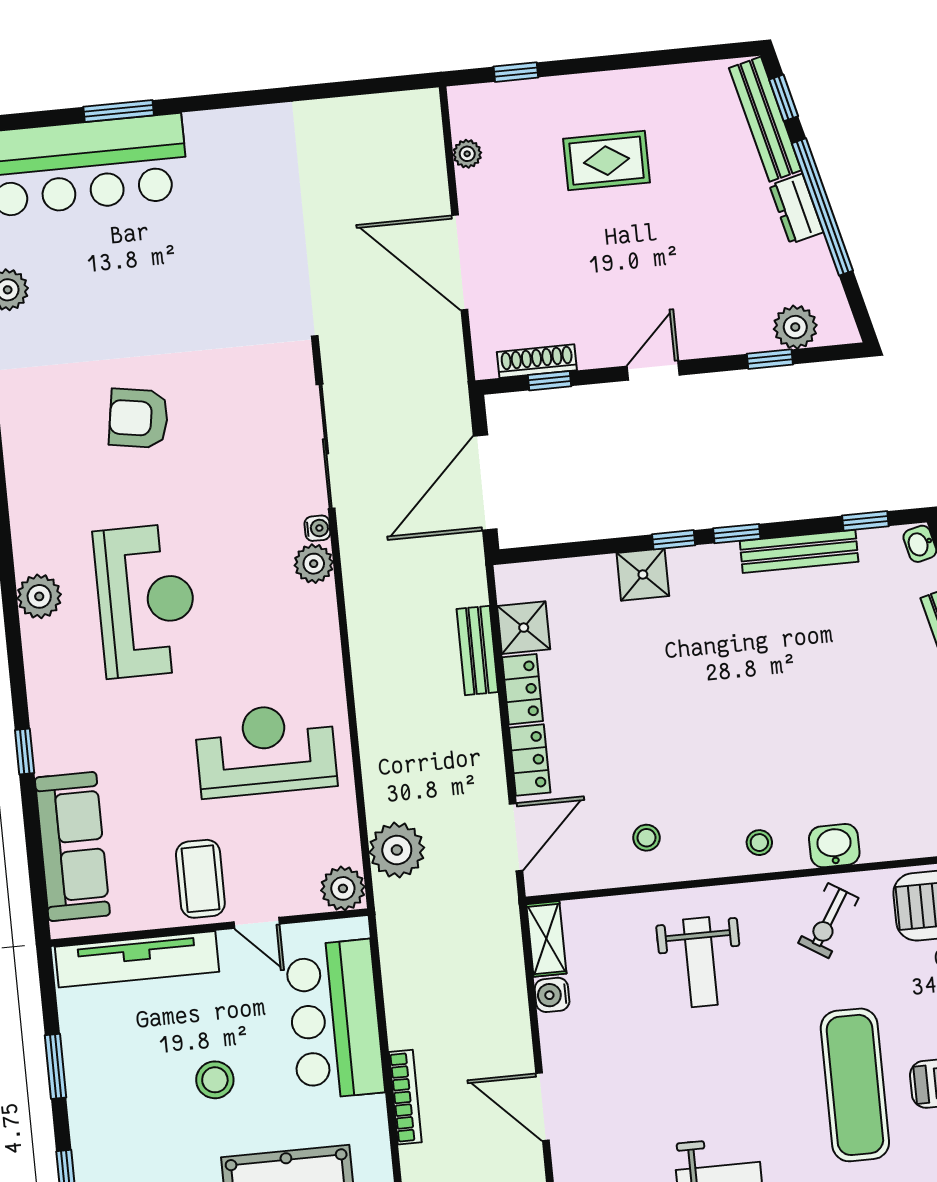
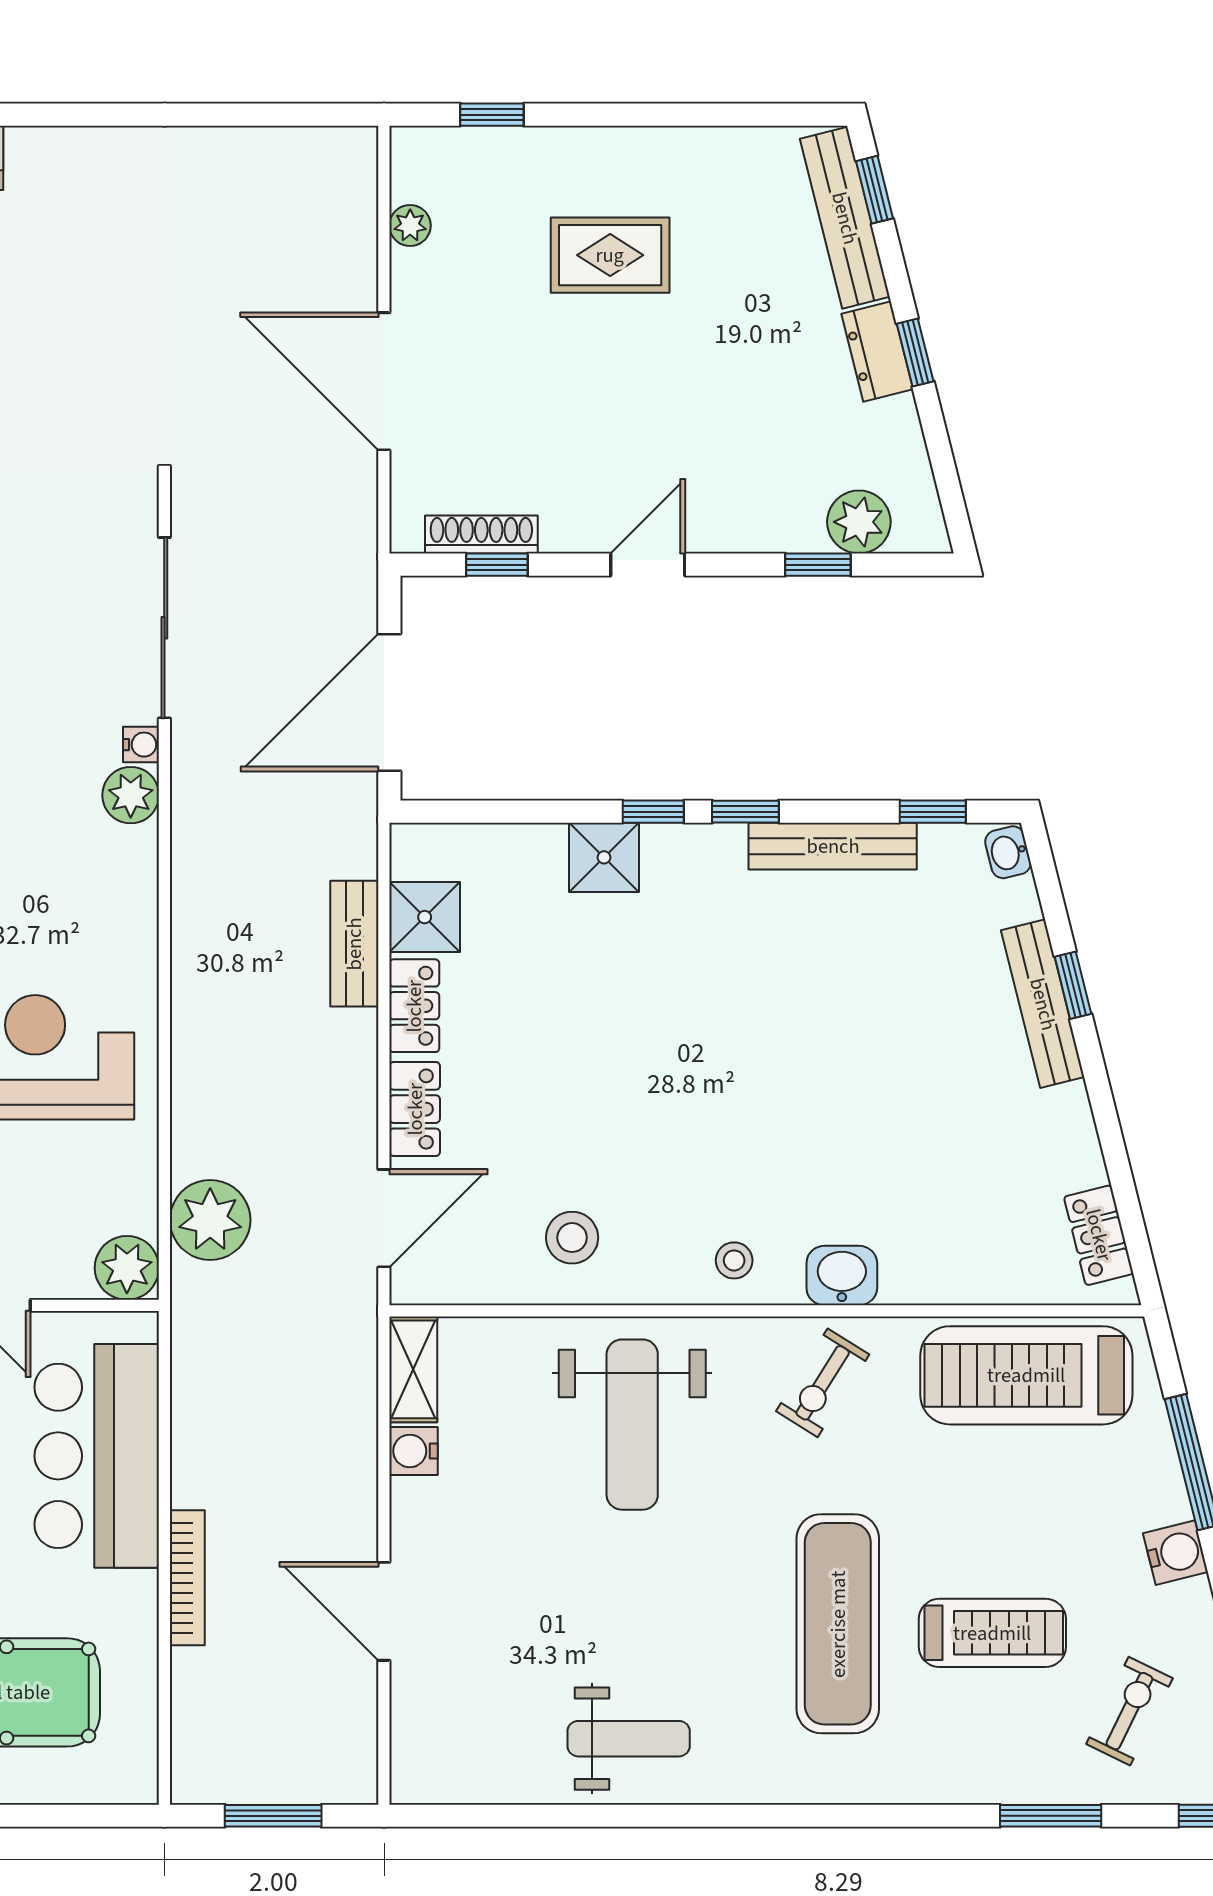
window: (822, 207) -> (915, 353), width x0.32
stool: (646, 838) -> (572, 1238), width x1.37, depth x1.37
weight bench: (700, 962) -> (632, 1425), width x1.36, depth x1.33

